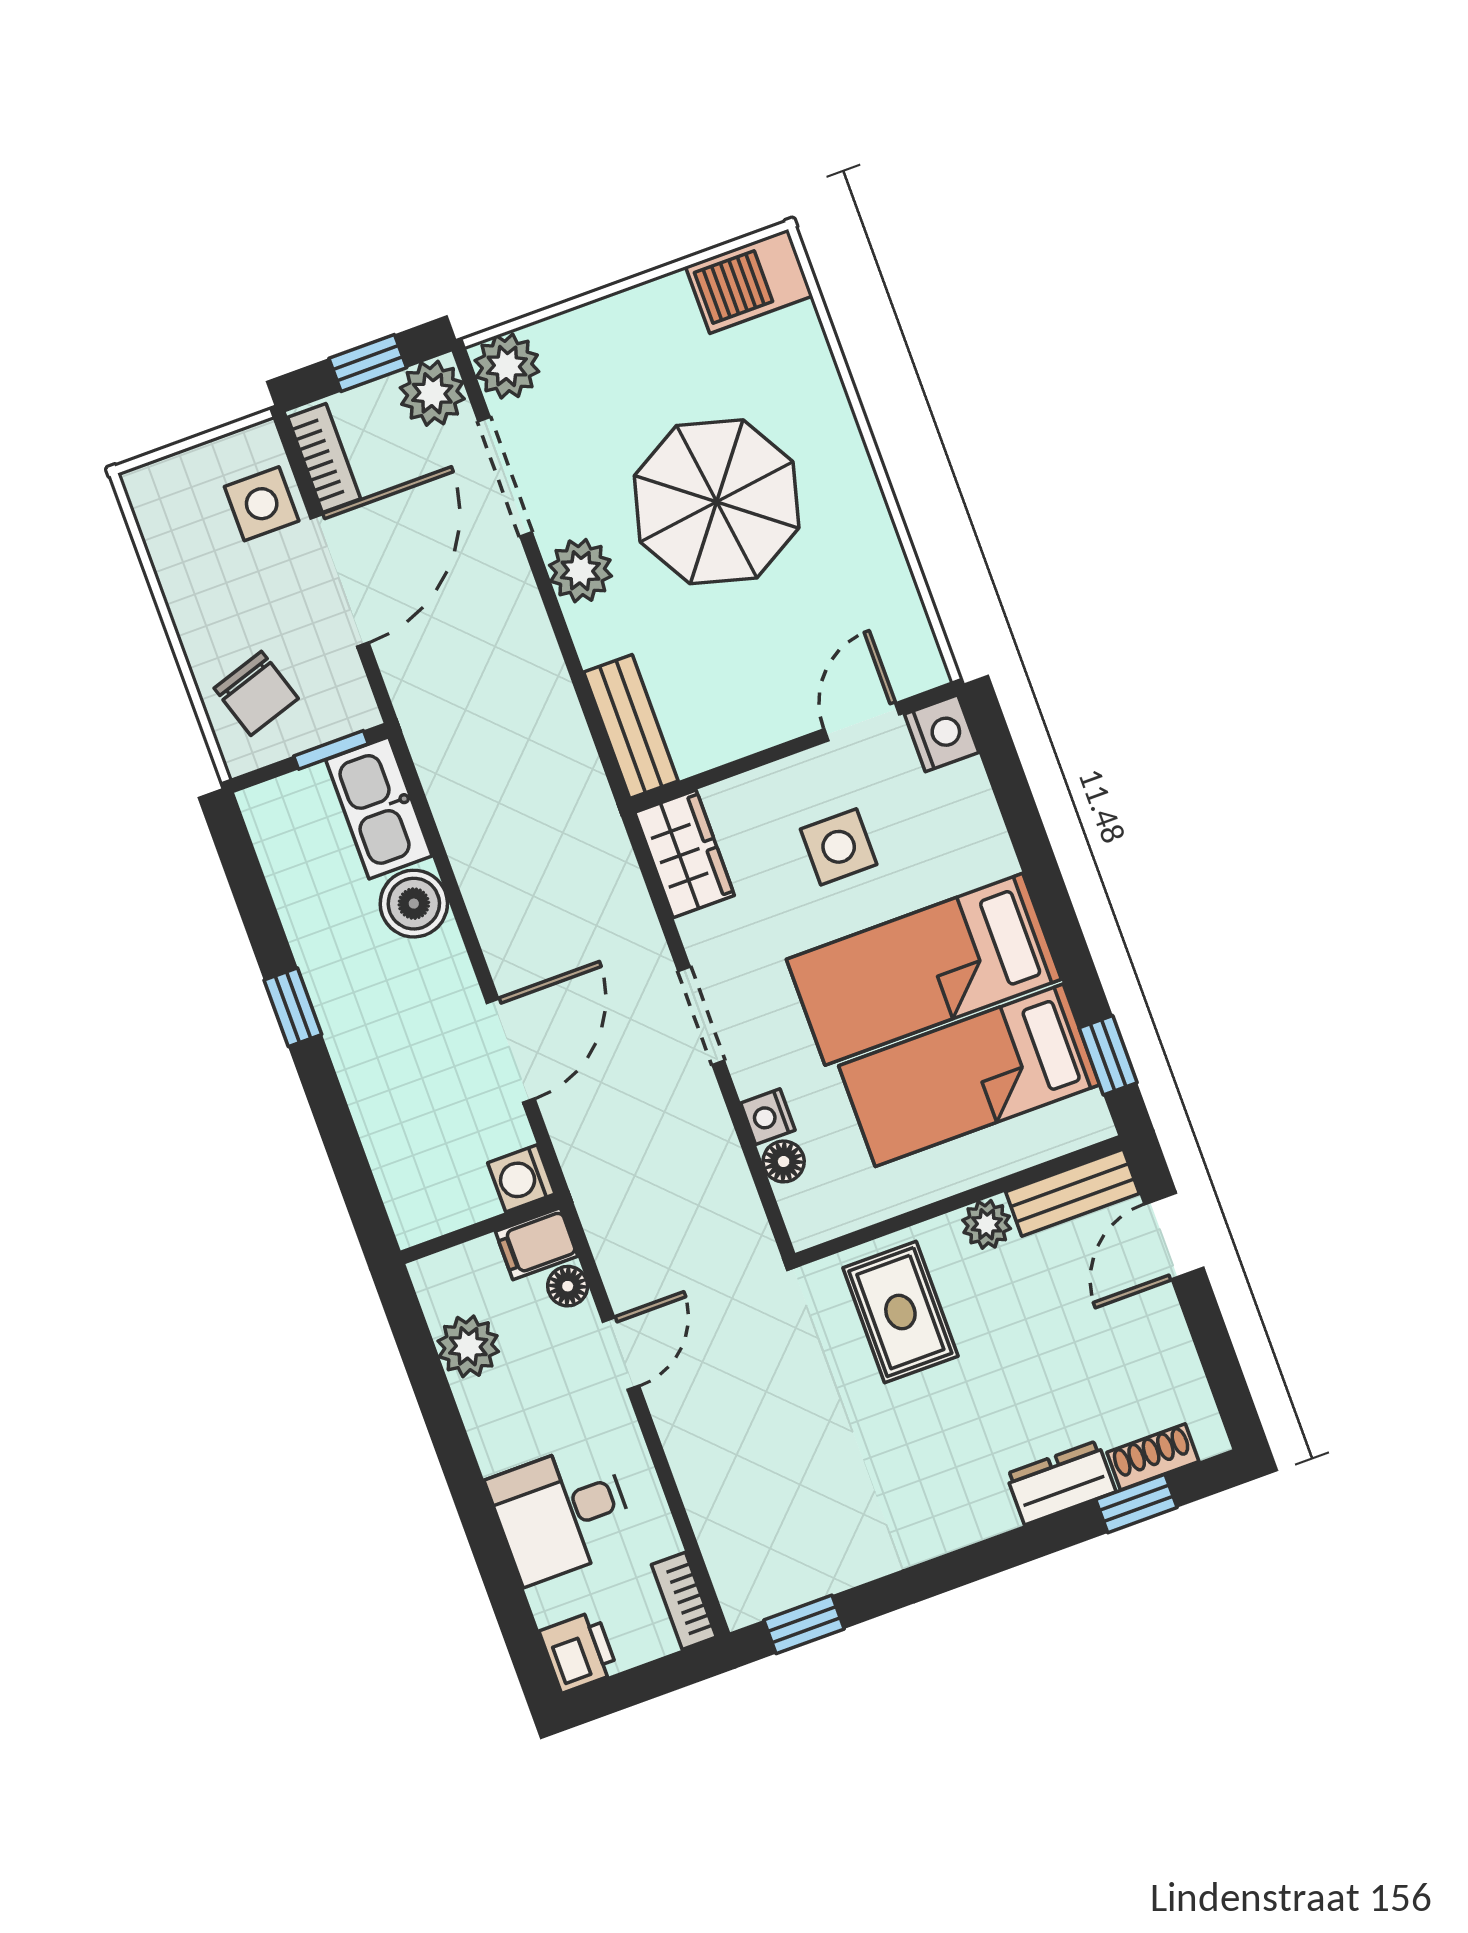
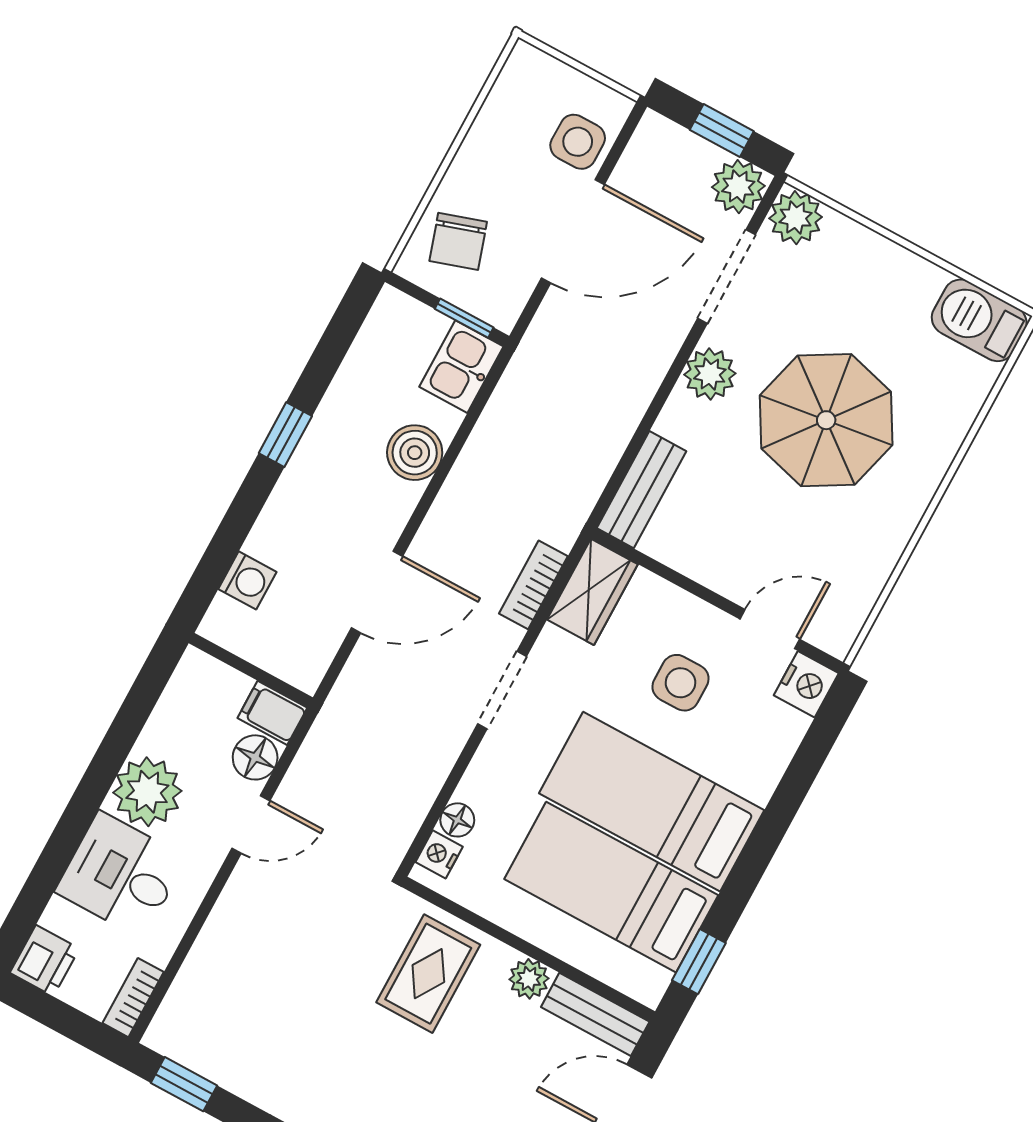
bookcase: (324, 458) -> (533, 585), moved, turned 180
kitchen sink: (379, 808) -> (461, 367), width x0.73
nightstand: (768, 1117) -> (439, 854), moved
washing machine: (521, 1178) -> (247, 580), moved, turned 180
floor lamp: (568, 1286) -> (255, 757), width x1.37, depth x1.37
plant: (468, 1346) -> (147, 792), moved, width x1.36, depth x1.36

